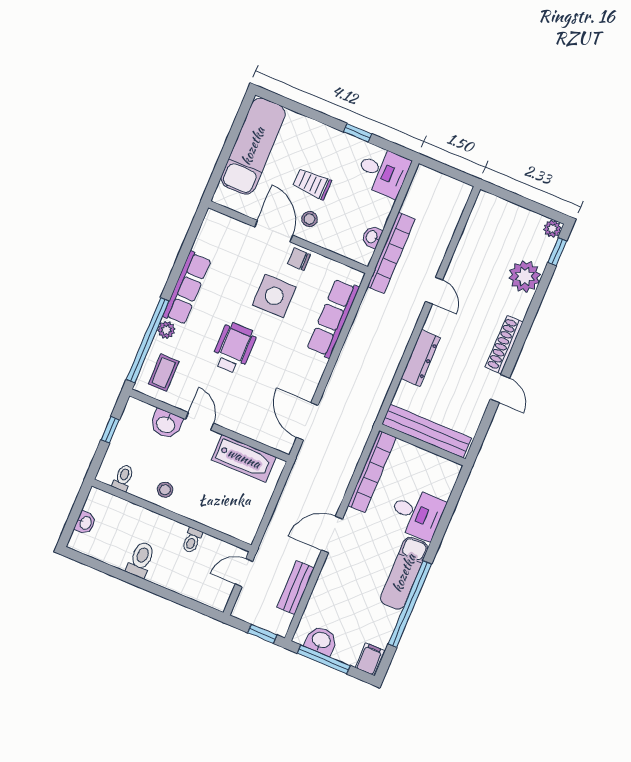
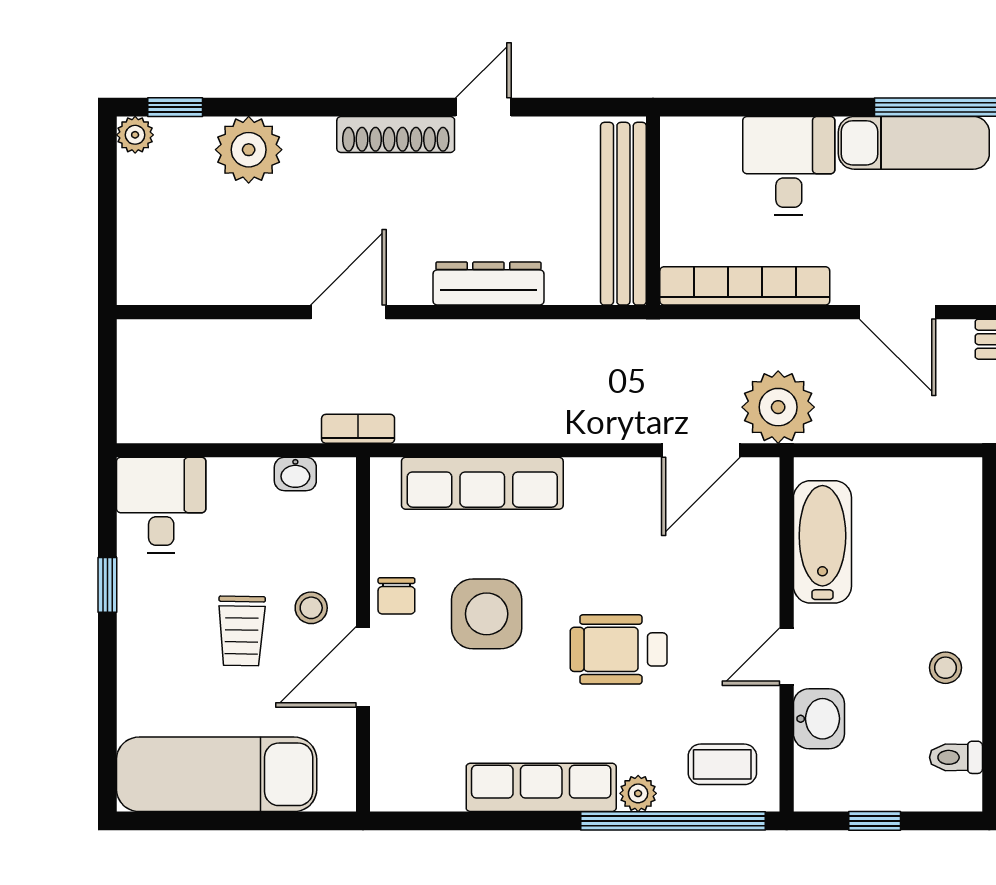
bookcase: (391, 253) -> (358, 429), width x0.43, depth x0.76
door: (434, 291) -> (348, 312), width x1.38
plant: (312, 464) -> (778, 407), added

